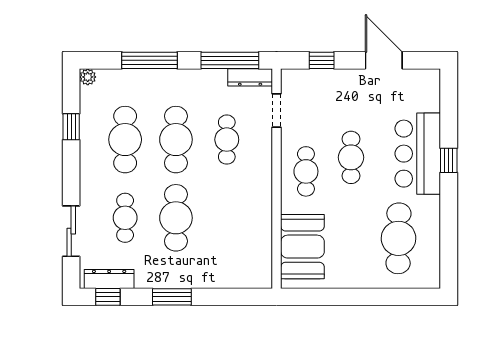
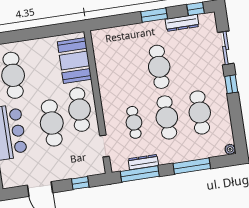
dresser: (250, 77) -> (143, 162), moved
window: (71, 127) -> (231, 84), moved
cafe table: (351, 157) -> (52, 123), width x1.37, depth x1.35
cafe table: (306, 171) -> (80, 110), width x1.37, depth x1.35
cafe table: (125, 218) -> (192, 62), removed
dresser: (109, 279) -> (182, 23), moved

